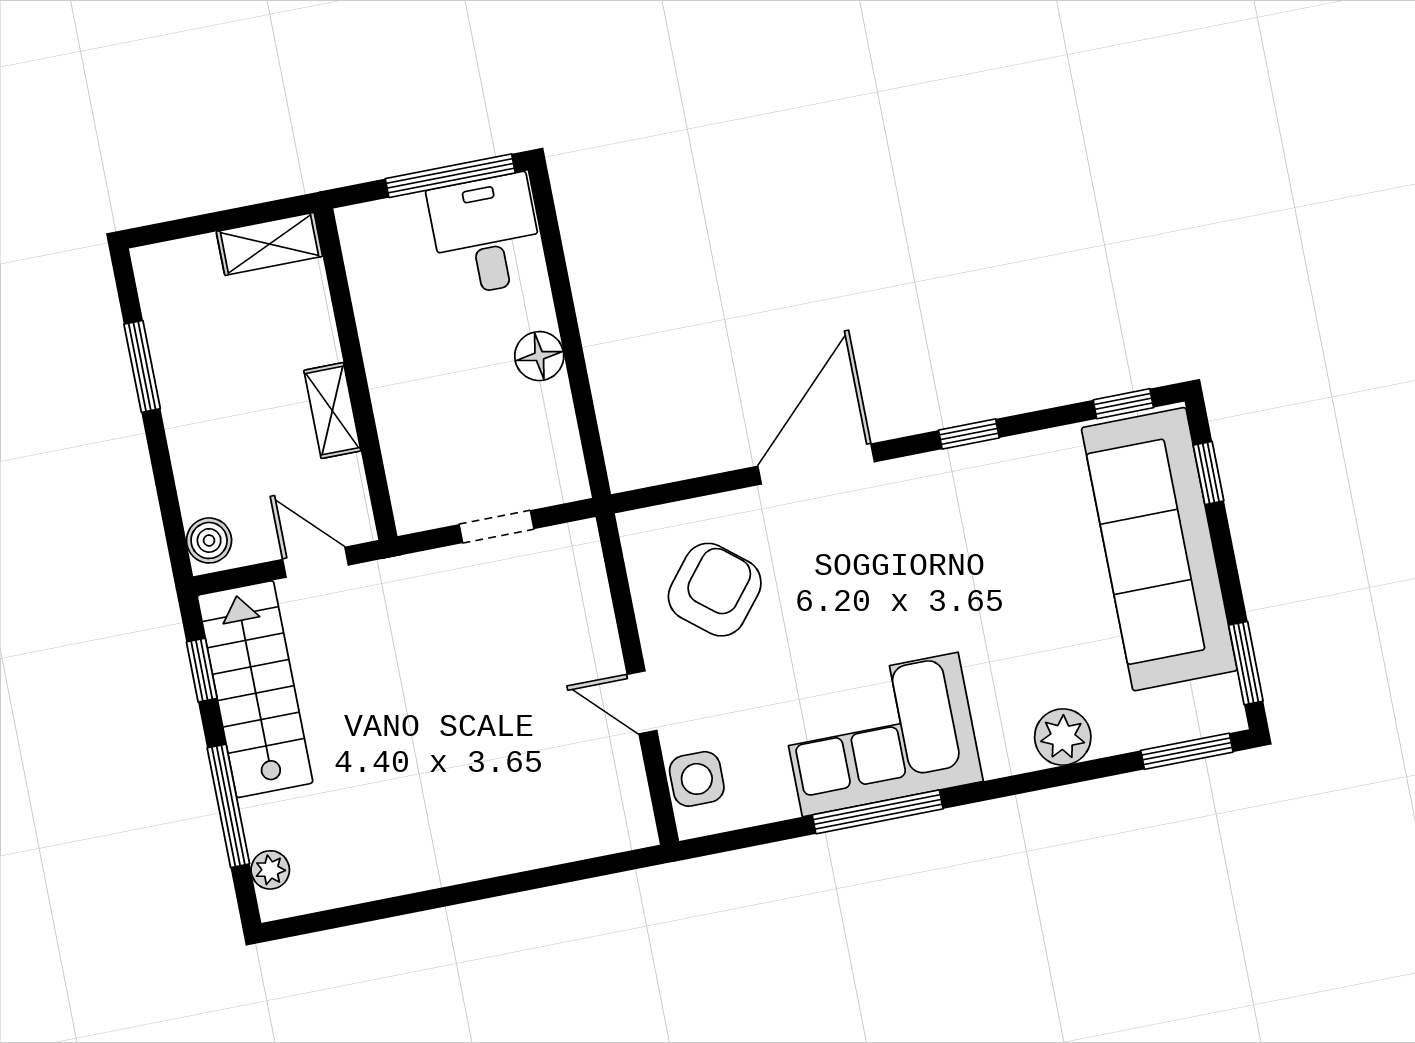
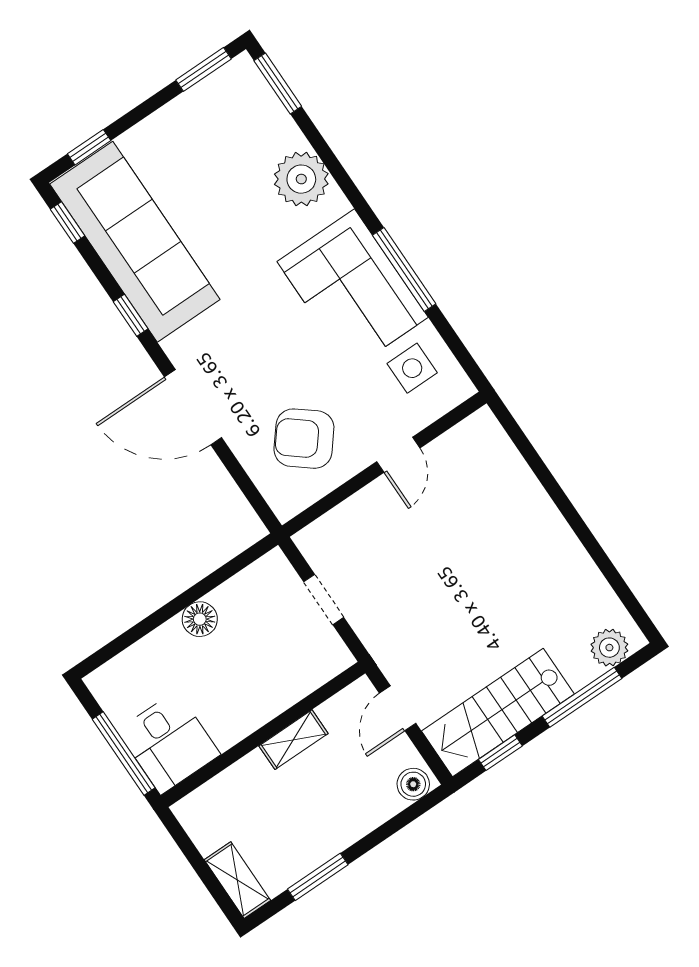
window: (450, 176) -> (124, 753), moved
desk: (486, 235) -> (169, 743), moved, turned -90
shelving: (269, 244) -> (237, 880), moved
sofa: (1159, 549) -> (135, 242), moved, turned -90
plant: (1063, 737) -> (301, 179), width x1.36, depth x1.36
side table: (697, 779) -> (412, 368), moved
plant: (270, 870) -> (609, 648), width x1.38, depth x1.38

